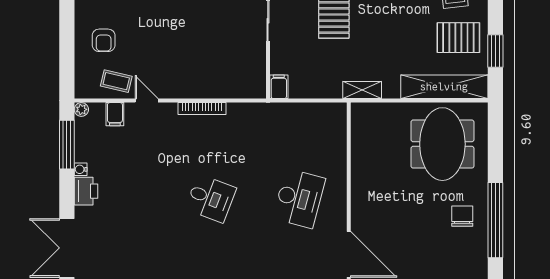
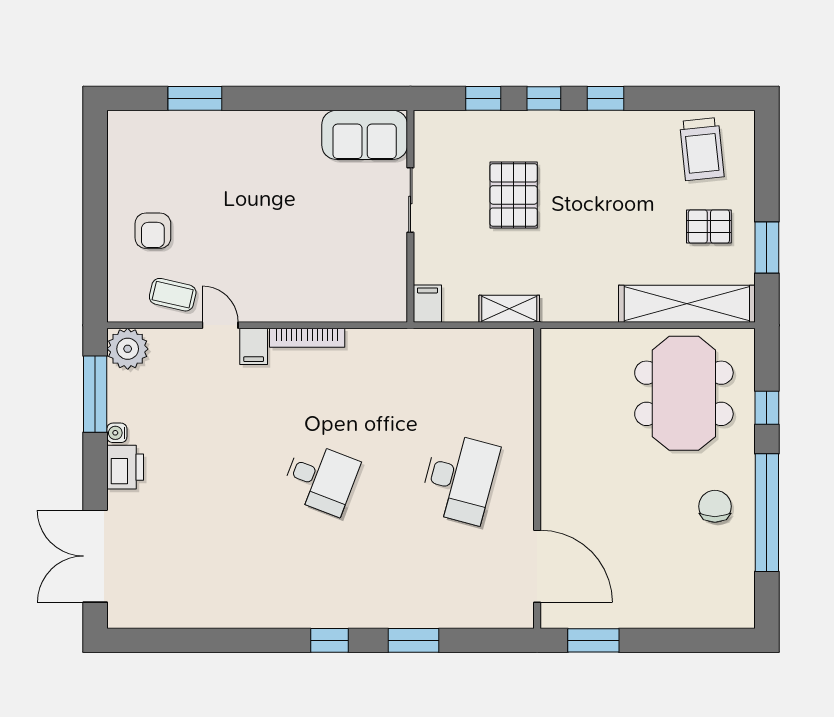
pallet: (458, 38) -> (709, 226), width x0.67, depth x0.71
shelving: (362, 90) -> (509, 309), moved
plant: (81, 109) -> (128, 349), width x1.87, depth x1.87
filing cabinet: (115, 114) -> (254, 346), moved
window: (495, 153) -> (767, 408), added

